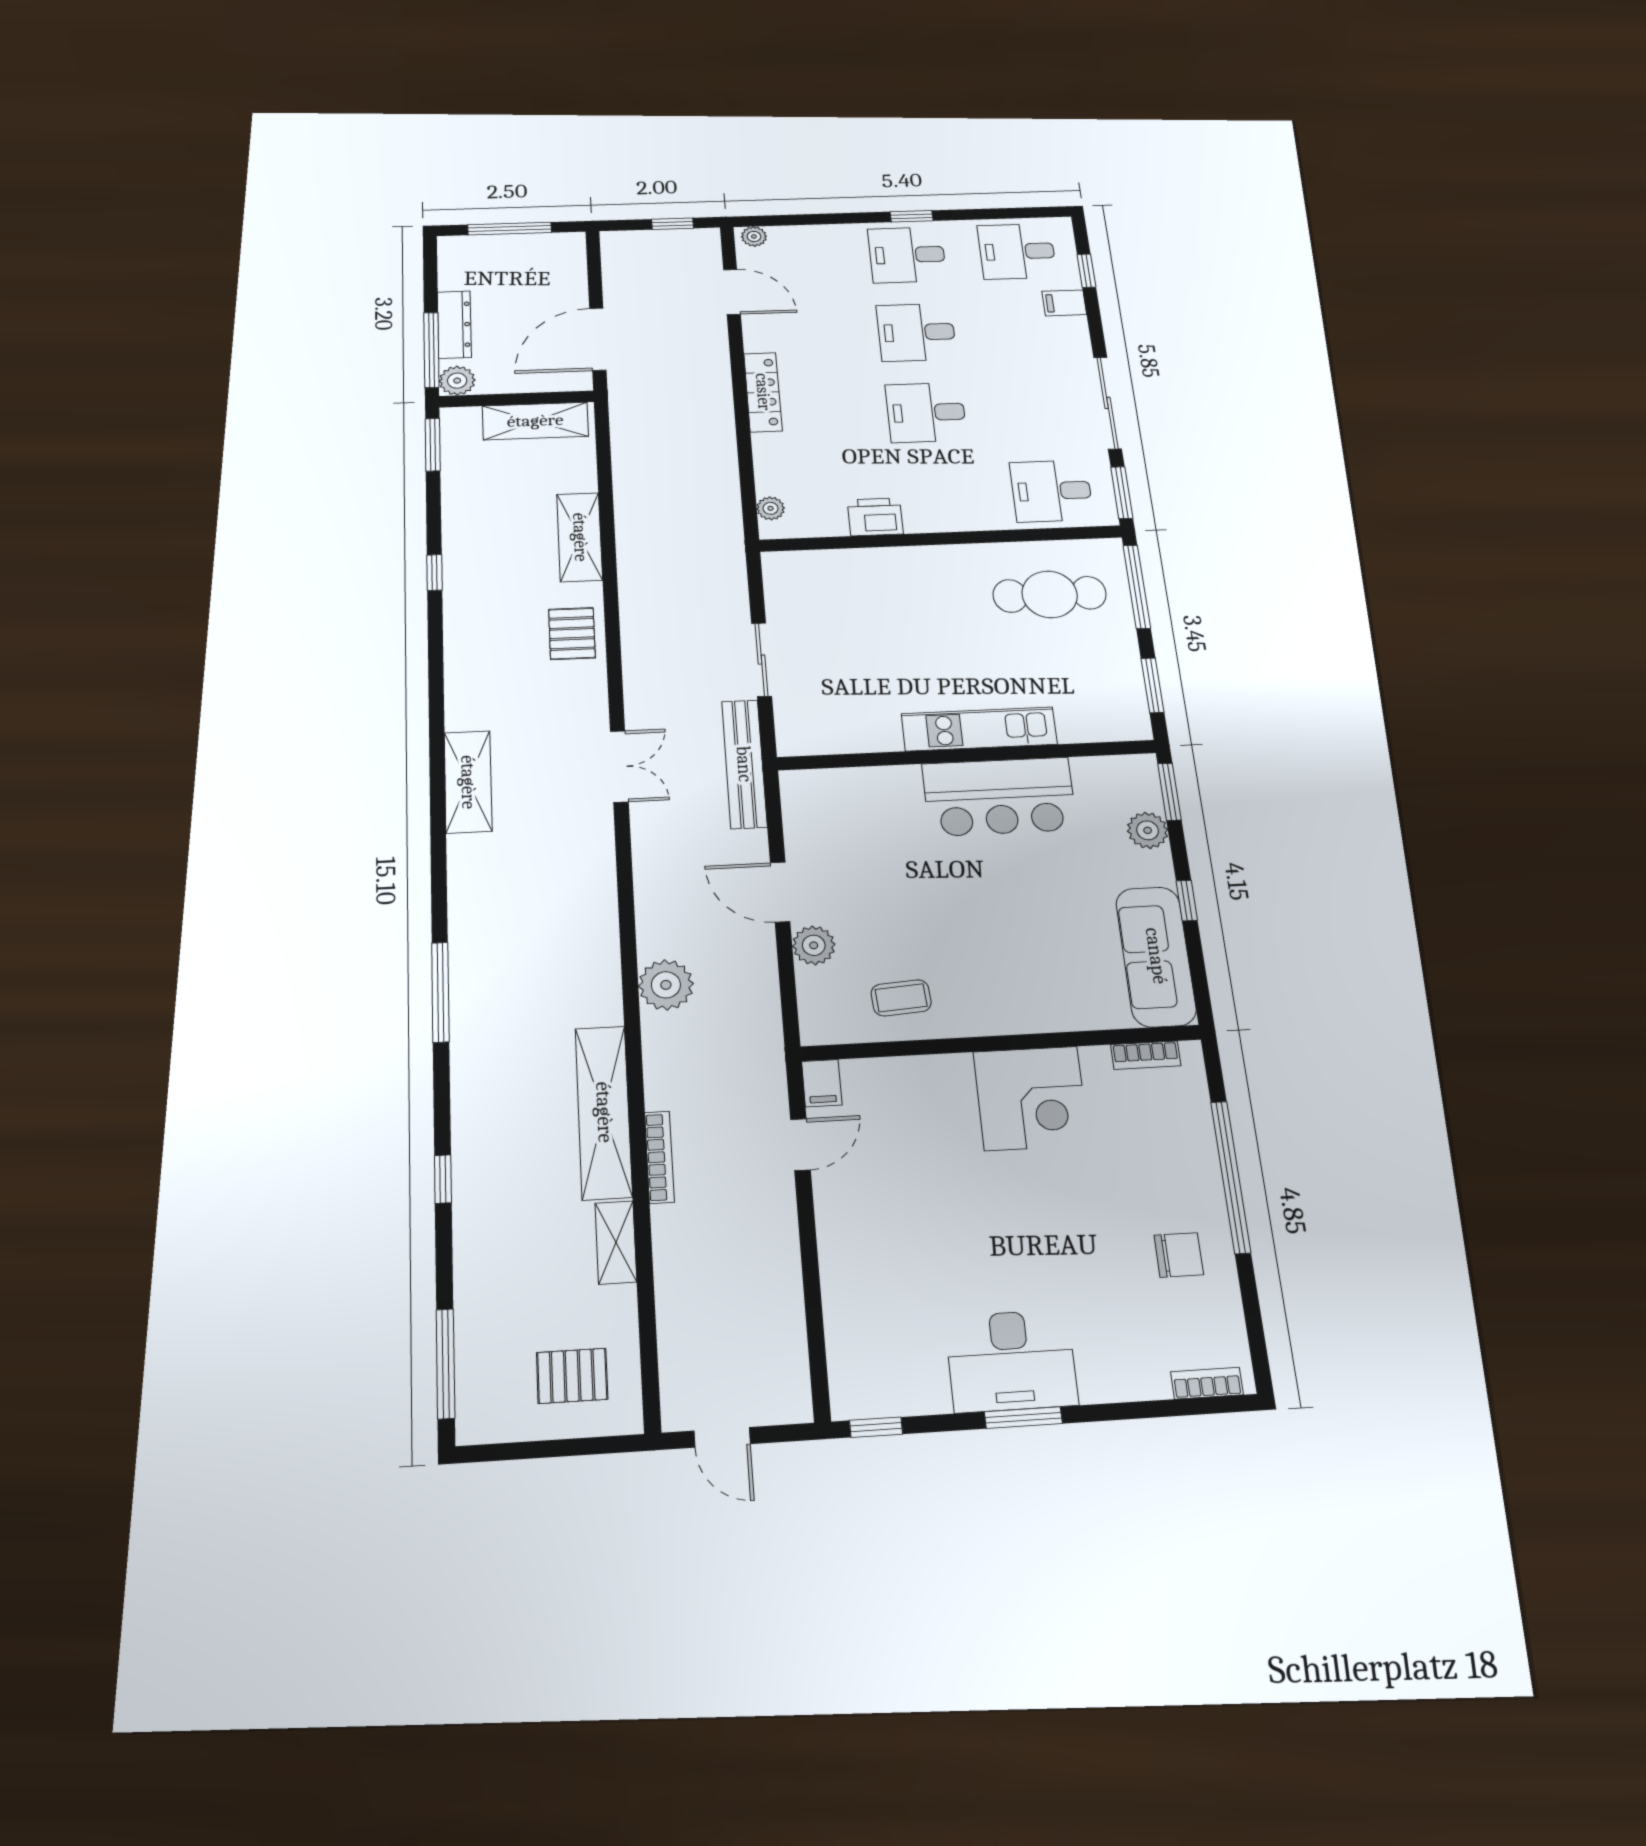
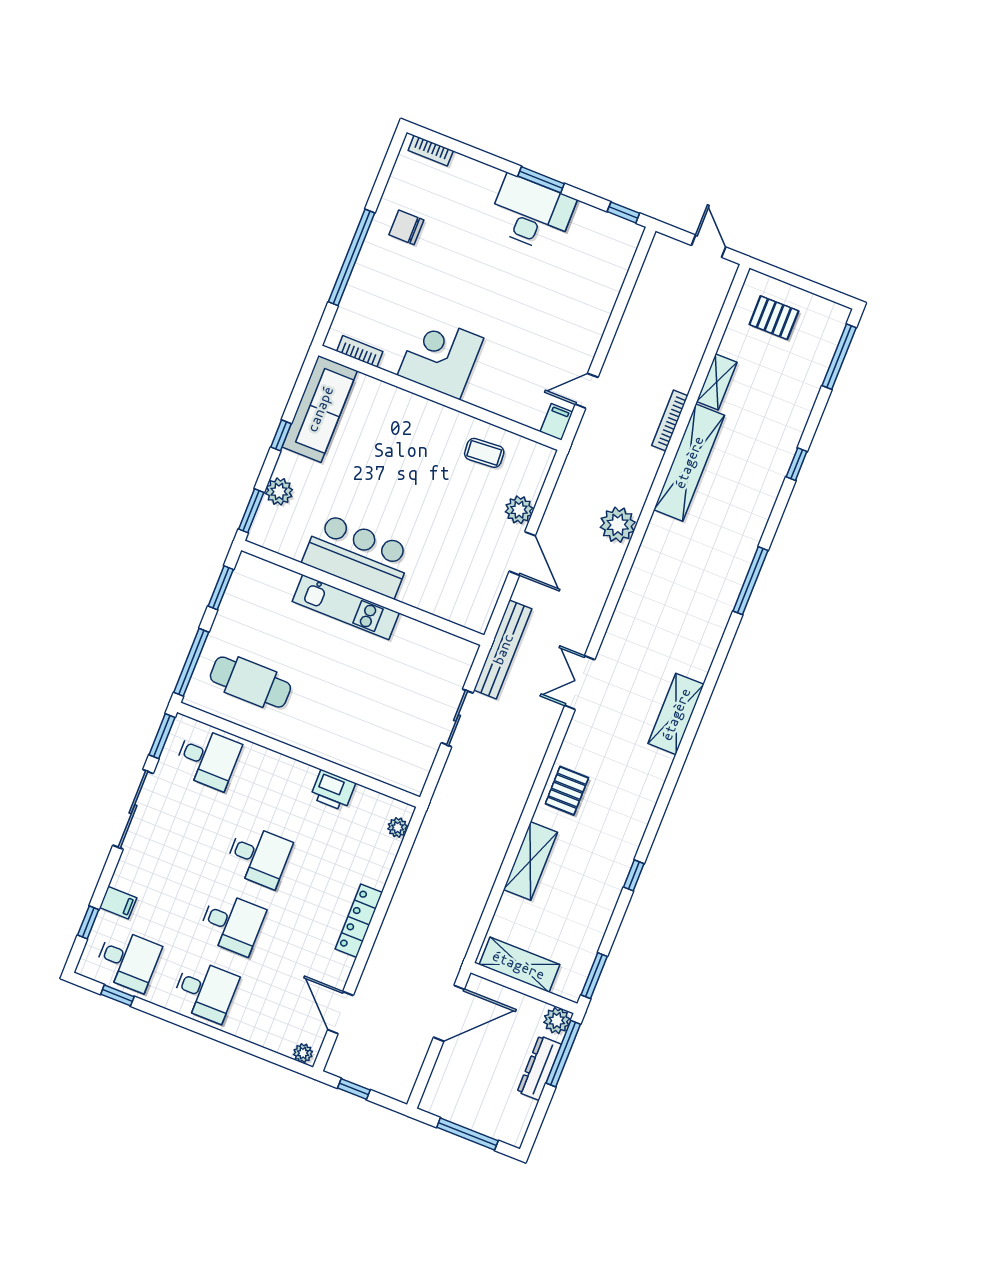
window: (912, 216) -> (117, 995), moved

